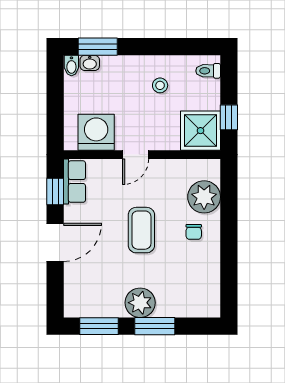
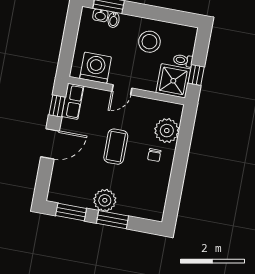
bidet: (71, 66) -> (114, 20), moved
toilet: (208, 71) -> (183, 60), moved
stool: (160, 85) -> (149, 42), width x1.89, depth x1.89

